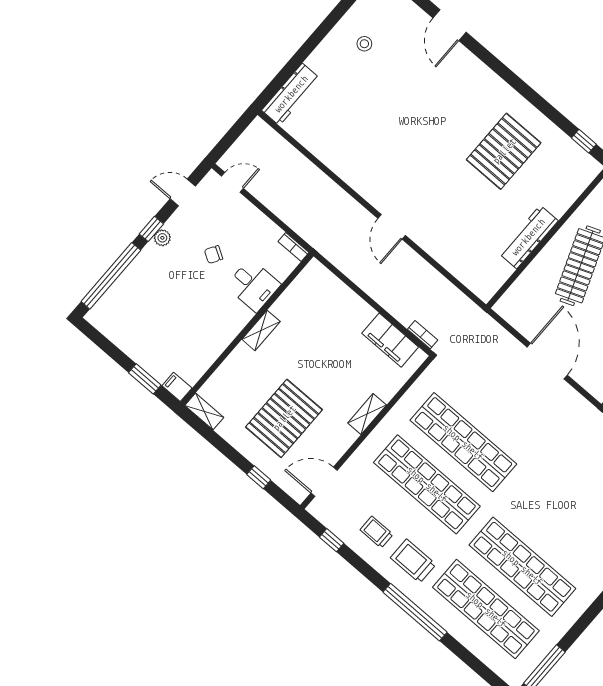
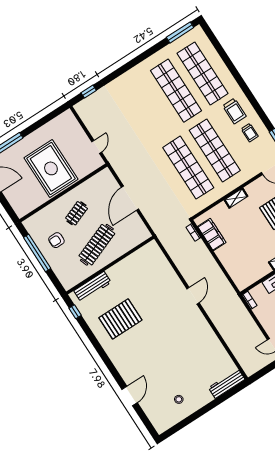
workbench: (528, 237) -> (92, 287), moved
window: (415, 612) -> (241, 83), removed

